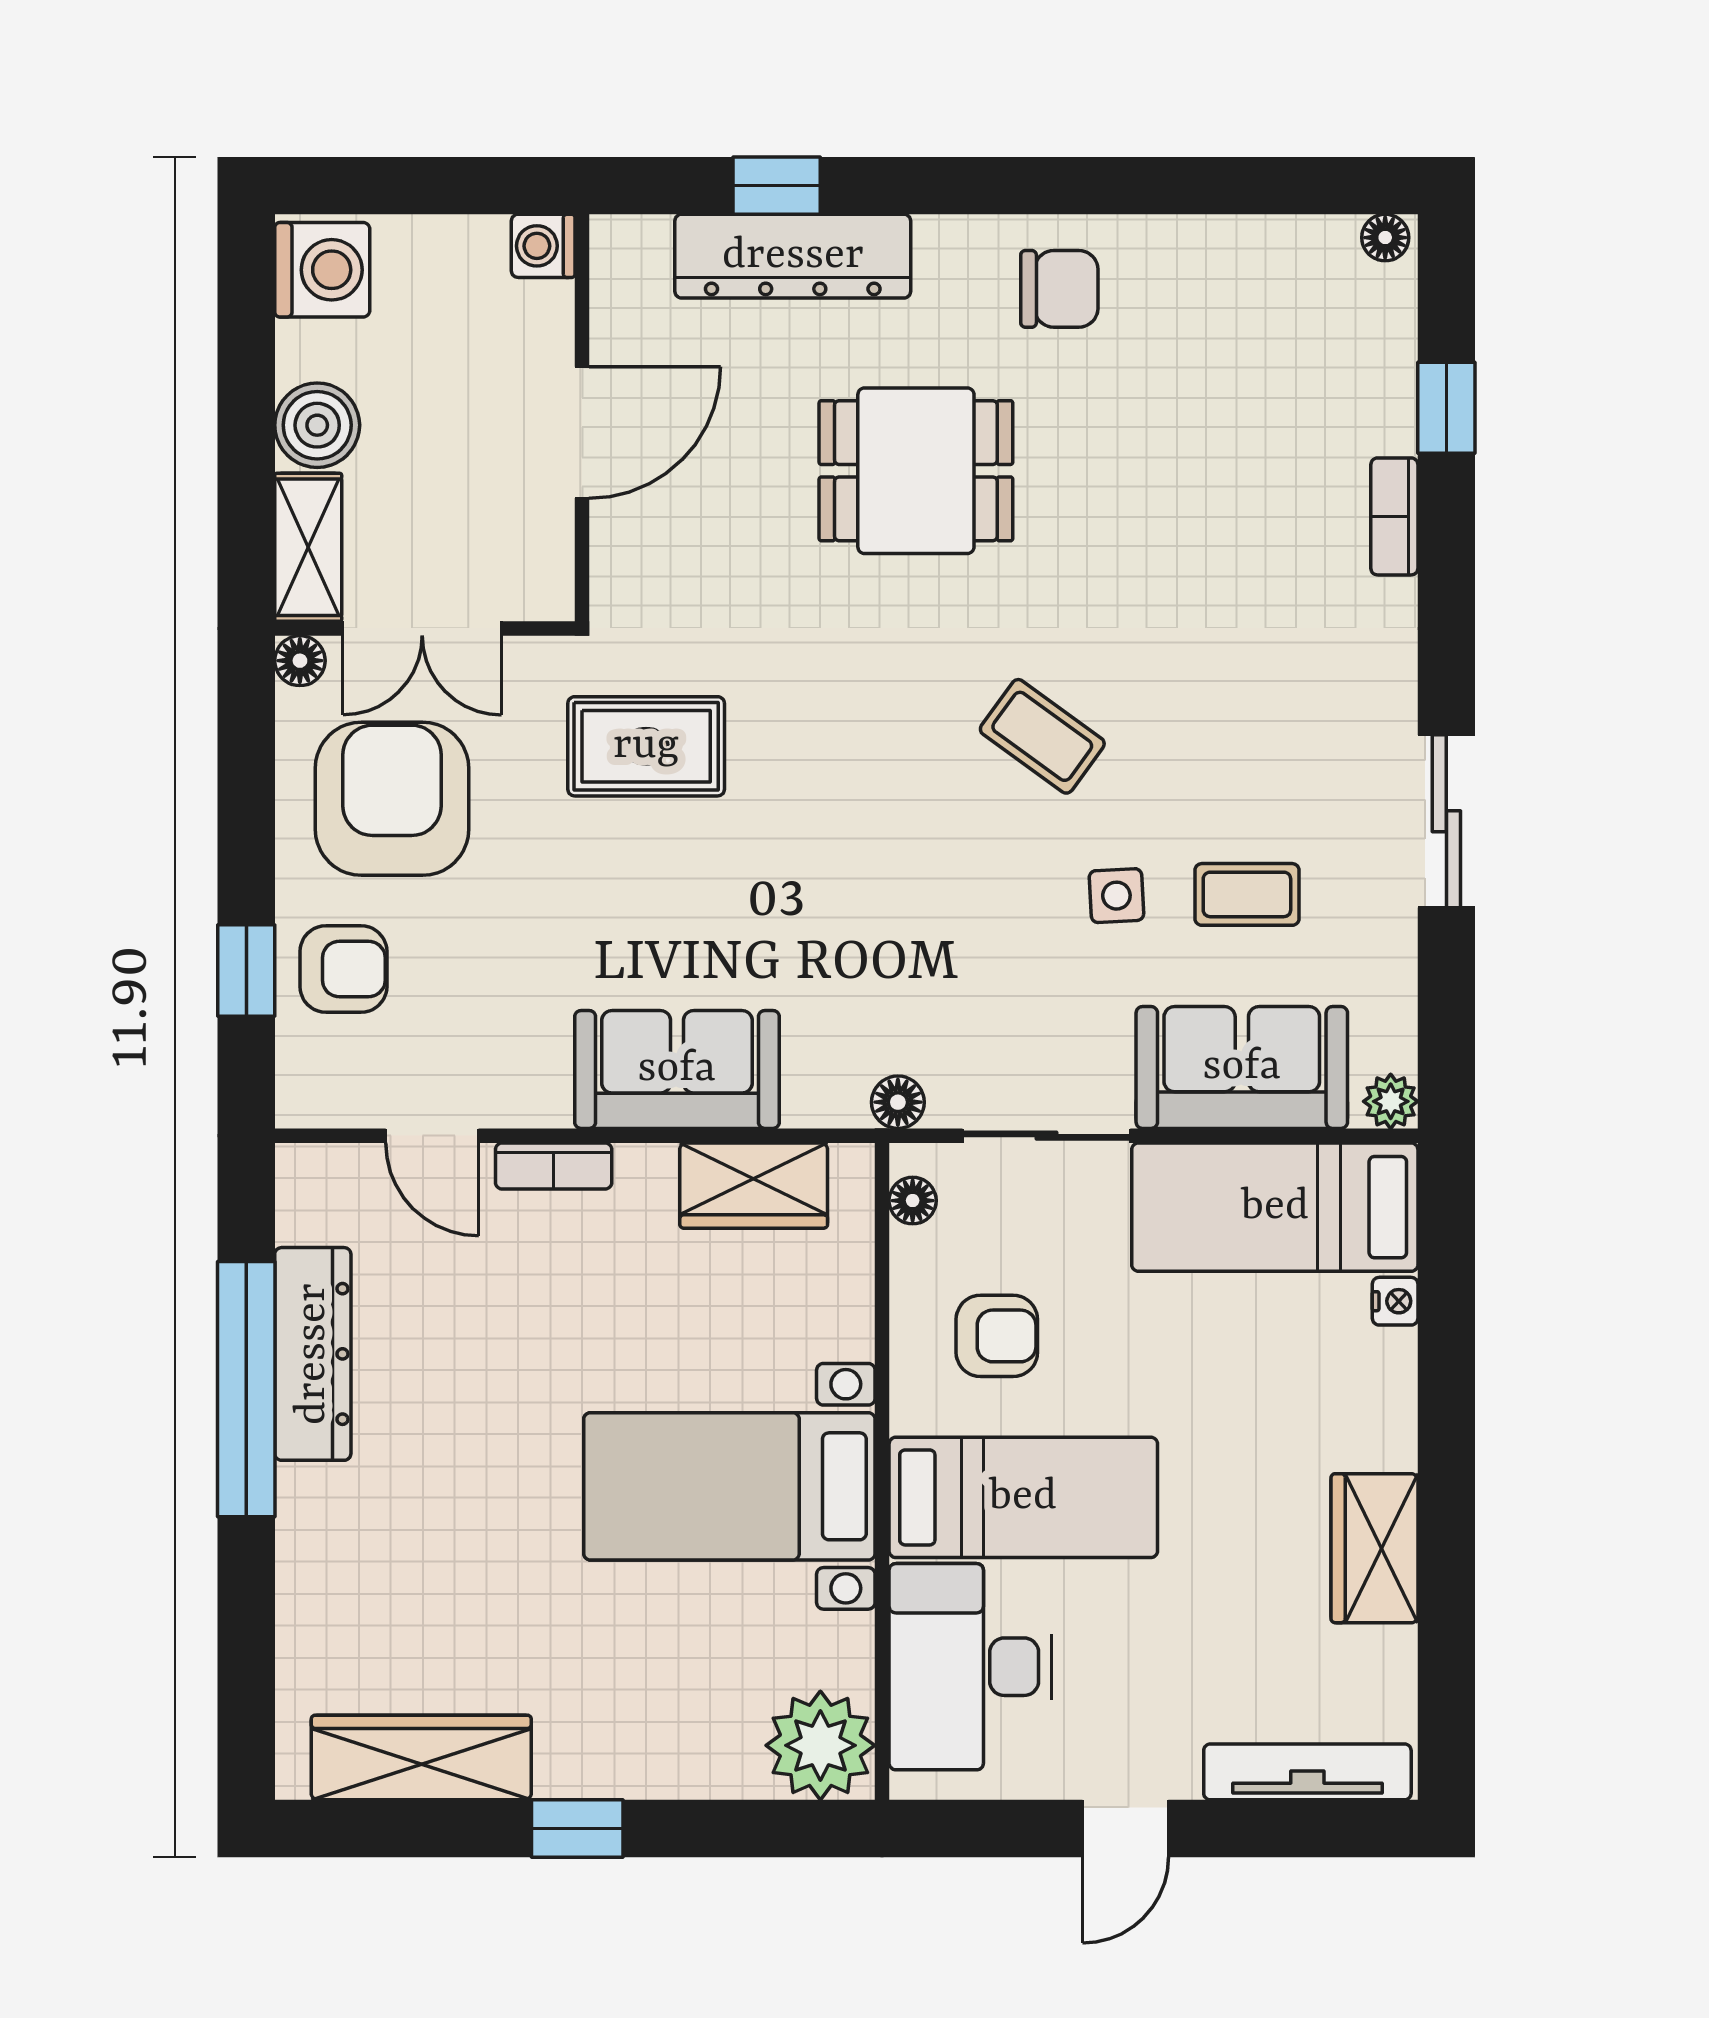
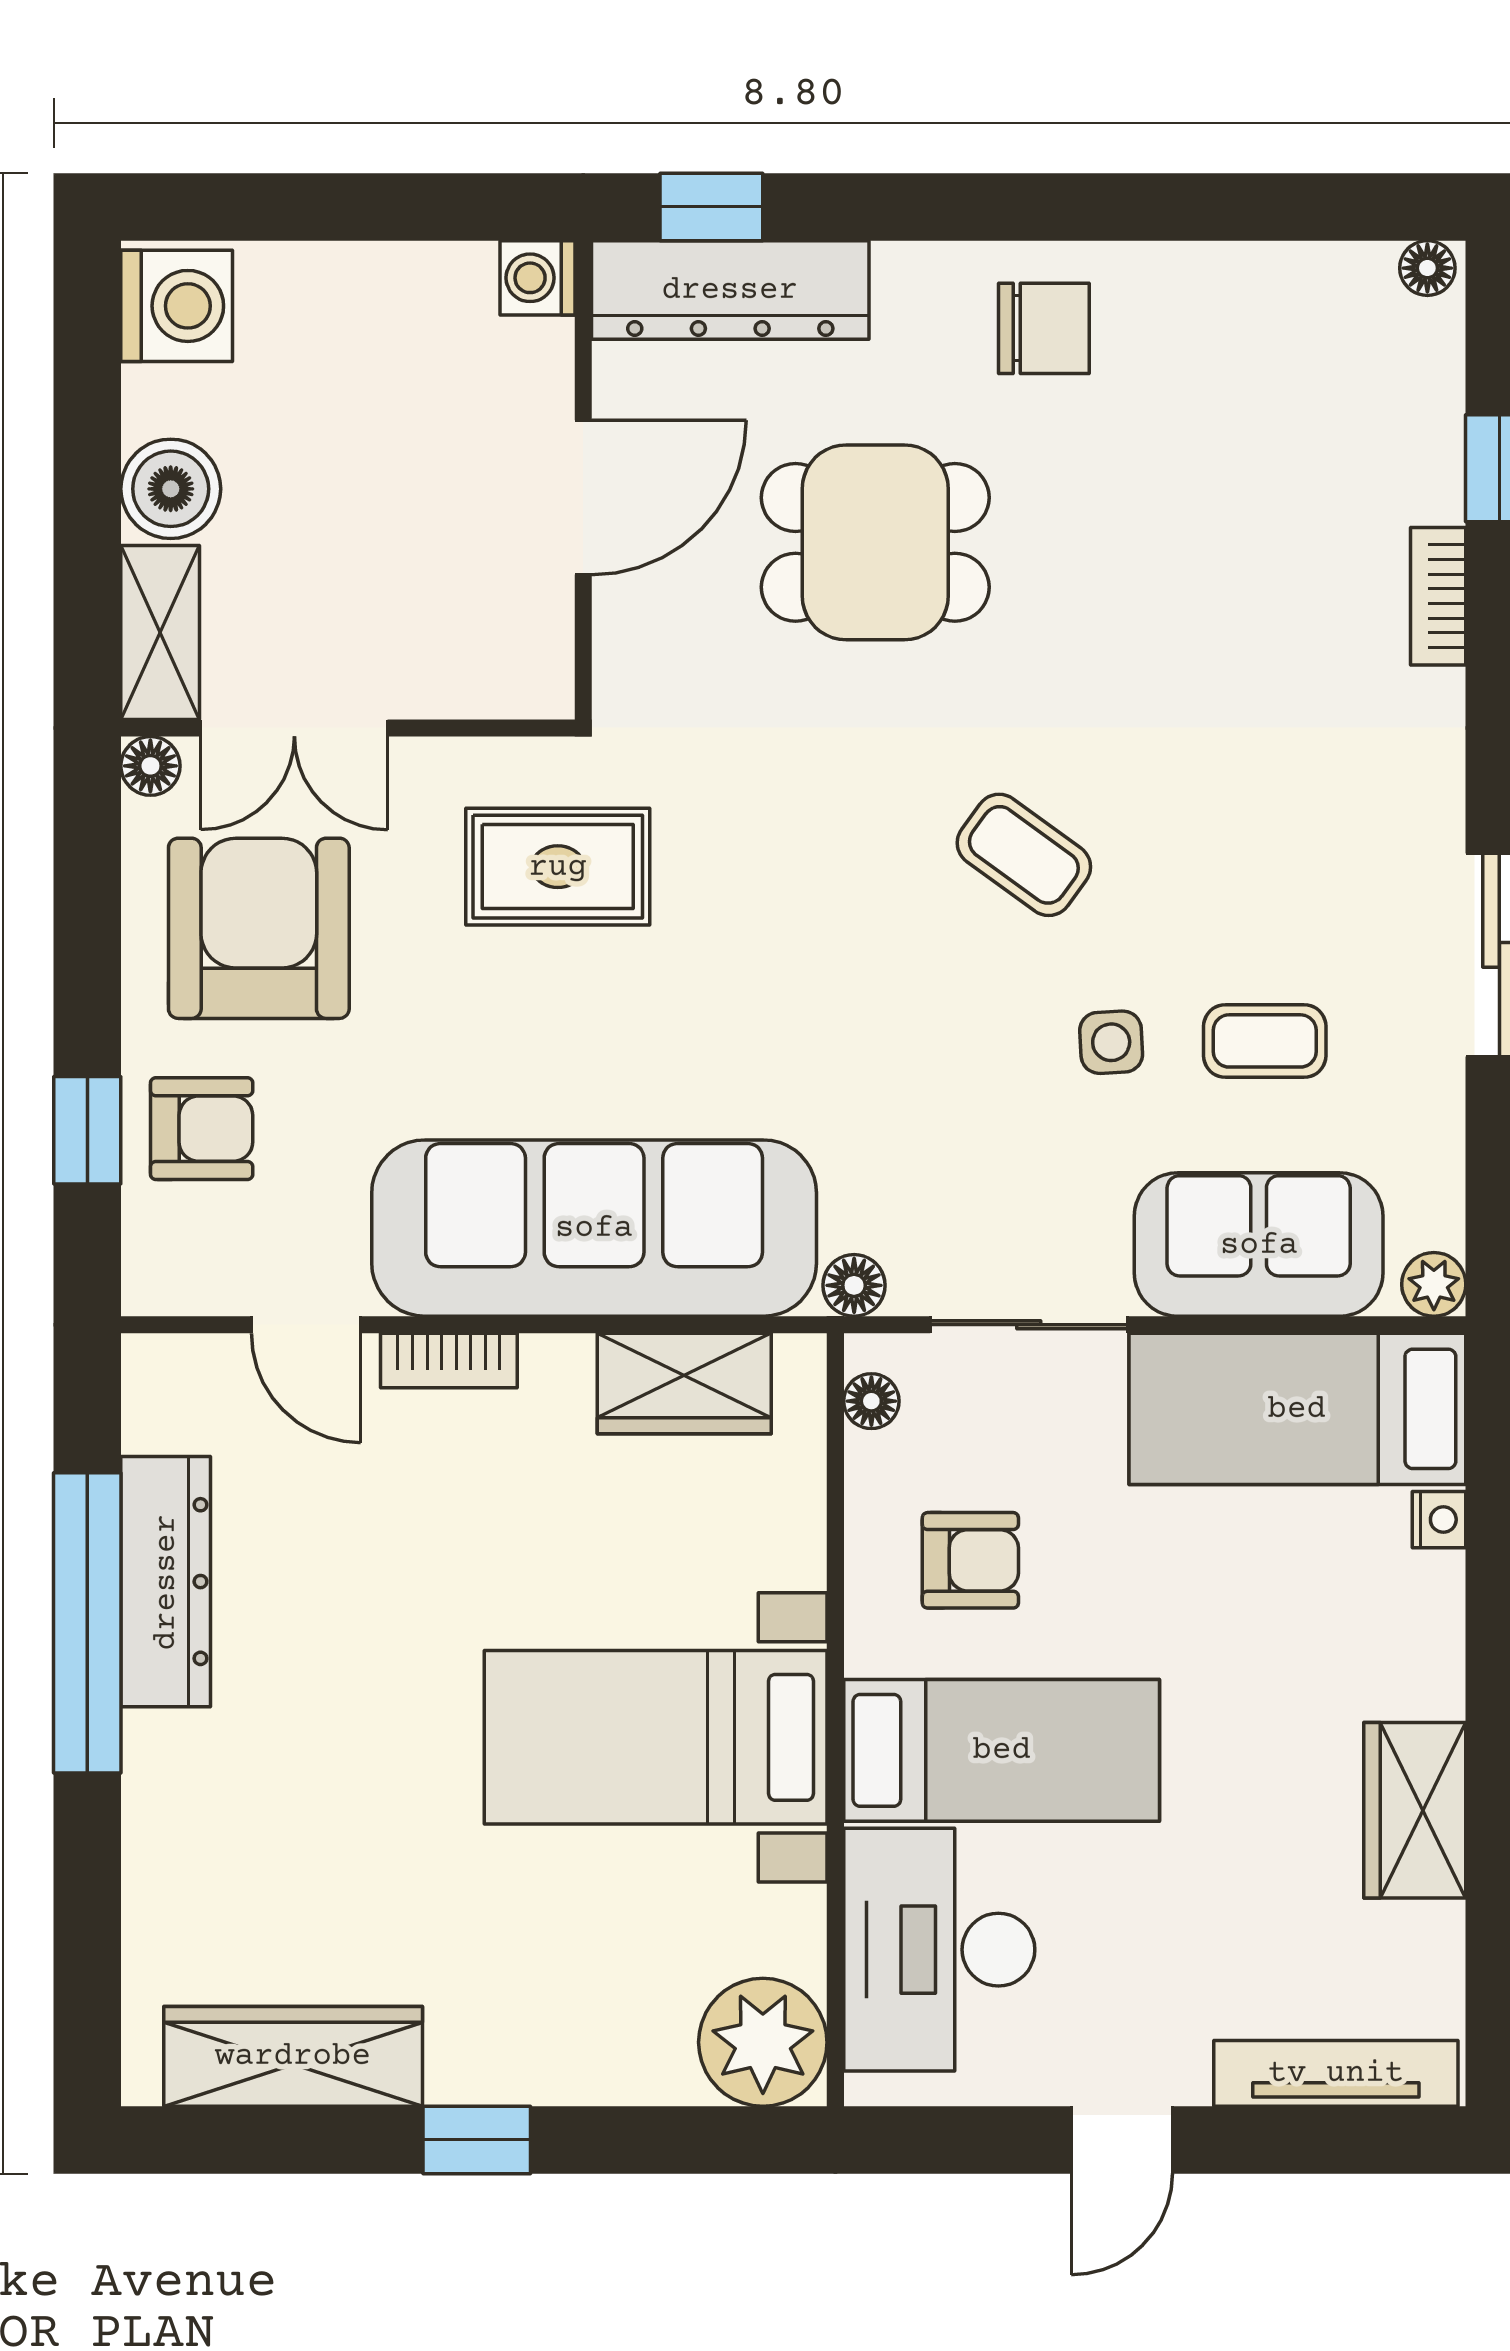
washing machine: (543, 246) -> (537, 278), moved
wall: (582, 418) -> (583, 480), moved
door: (582, 432) -> (583, 497), moved
sofa: (677, 1069) -> (594, 1228), width x1.85, depth x1.27

